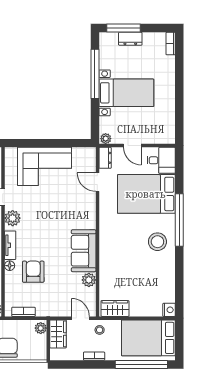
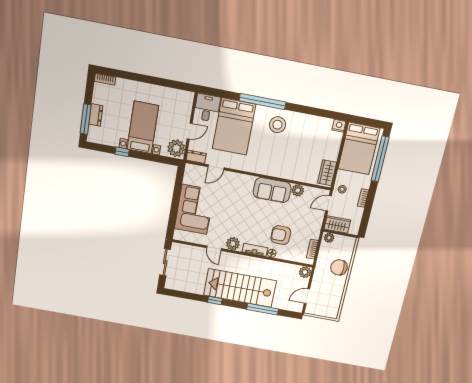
window: (95, 74) -> (122, 152), width x0.32
plant: (106, 139) -> (176, 148), width x1.87, depth x1.87

